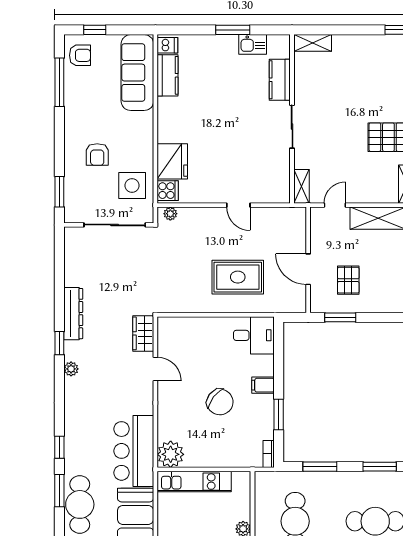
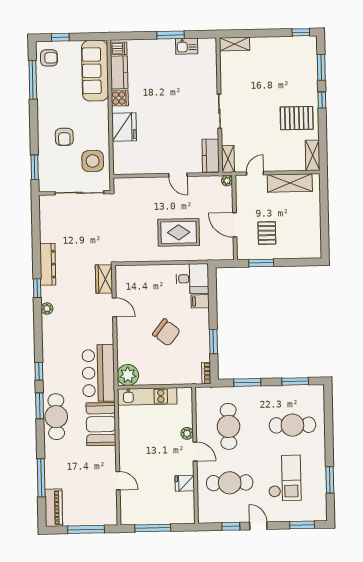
kitchen counter: (280, 80) -> (211, 156), moved
fridge: (172, 161) -> (124, 127), moved
cooker: (168, 191) -> (120, 98), moved
plant: (170, 214) -> (227, 181), moved
filing cabinet: (263, 385) -> (200, 301), moved

